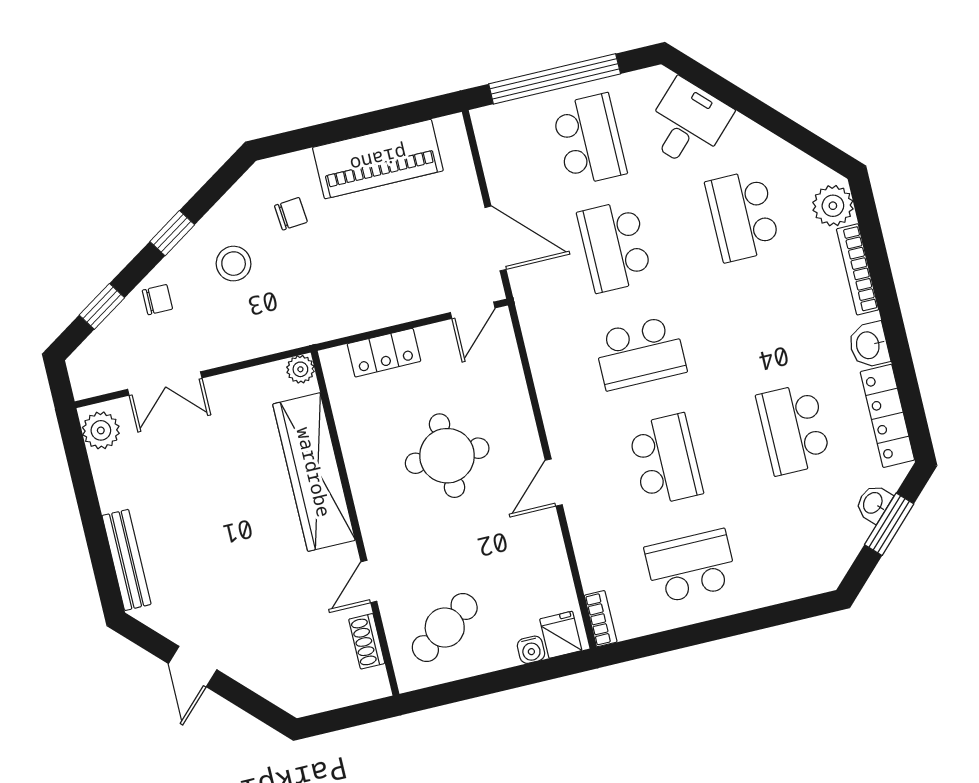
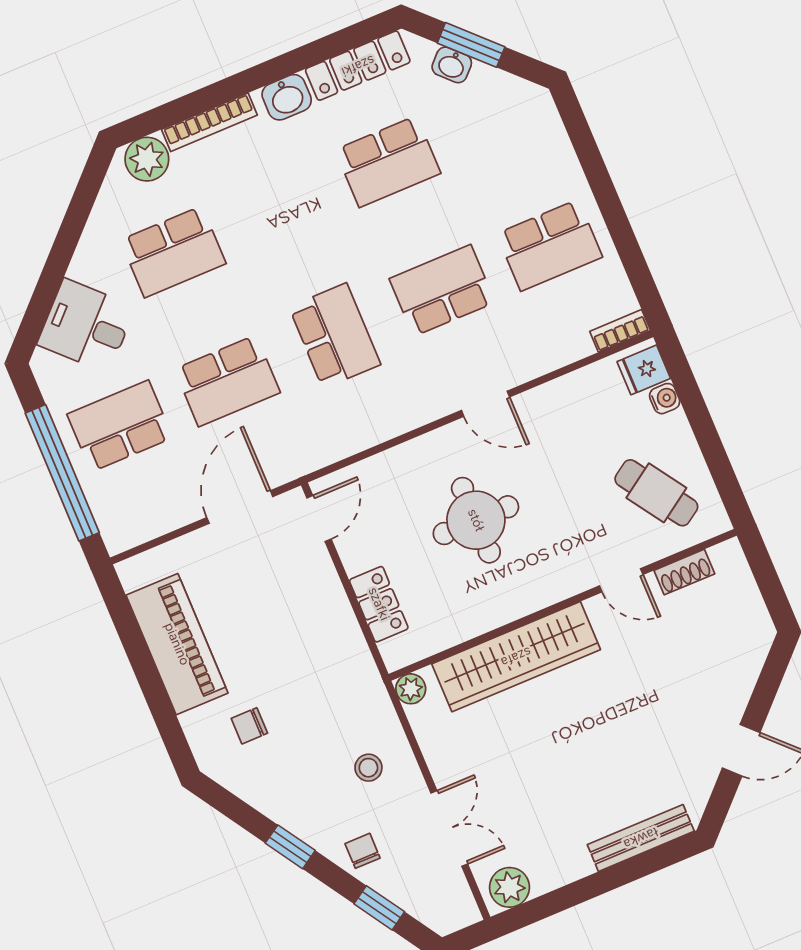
chair: (291, 214) -> (249, 726), turned -85
stool: (234, 264) -> (368, 768), moved, width x0.73, depth x0.73
door: (473, 310) -> (319, 519), hinge flipped
school desk: (691, 566) -> (550, 245), turned -90

